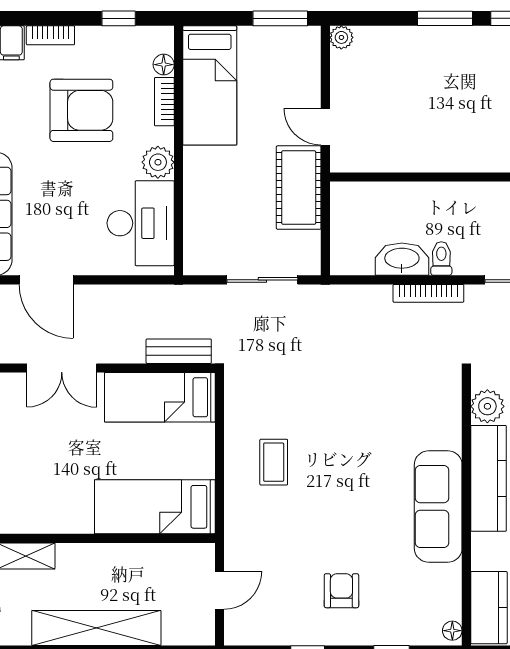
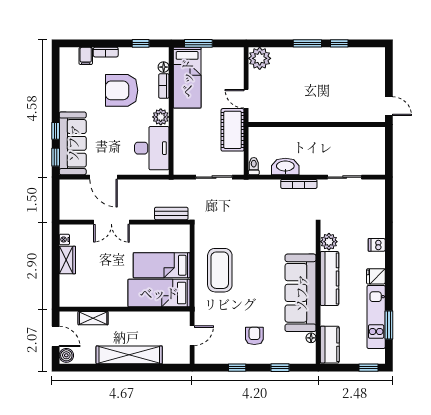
window: (280, 18) -> (198, 43), moved
plant: (341, 37) -> (260, 58), width x1.87, depth x1.87
armchair: (81, 110) -> (122, 90), turned 180
toilet: (441, 258) -> (254, 166), moved
bed: (160, 397) -> (162, 265), moved
coffee table: (274, 462) -> (220, 270), width x1.86, depth x1.72
sofa: (438, 507) -> (301, 293), width x1.36, depth x1.27
floor lamp: (452, 631) -> (311, 338), moved

